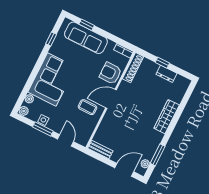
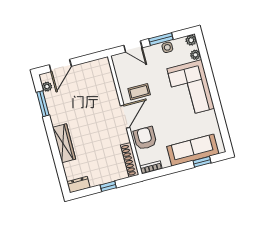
window: (51, 39) -> (222, 123), removed
armchair: (110, 73) -> (145, 138), turned -90
dresser: (166, 74) -> (78, 185), moved
bench: (100, 150) -> (96, 65), removed

